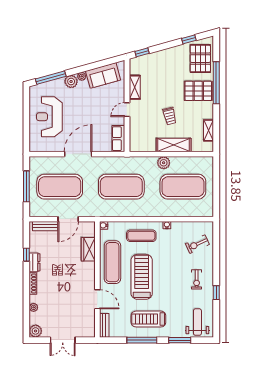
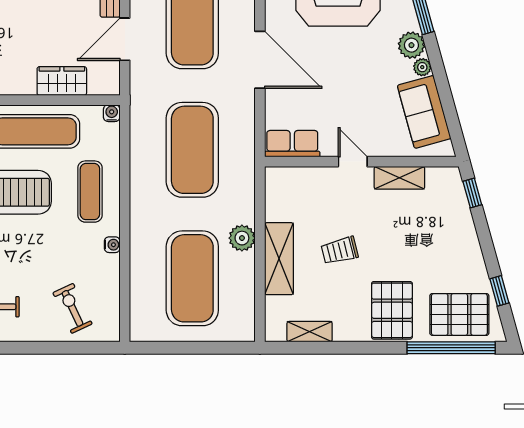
window: (216, 83) -> (451, 348), moved
door: (68, 219) -> (125, 39), hinge flipped

